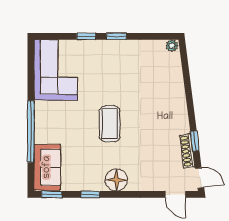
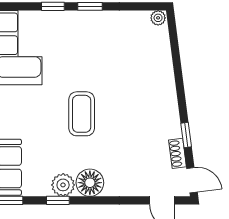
shoe rack: (187, 151) -> (177, 153), width x0.70
plant: (95, 182) -> (63, 185), added

